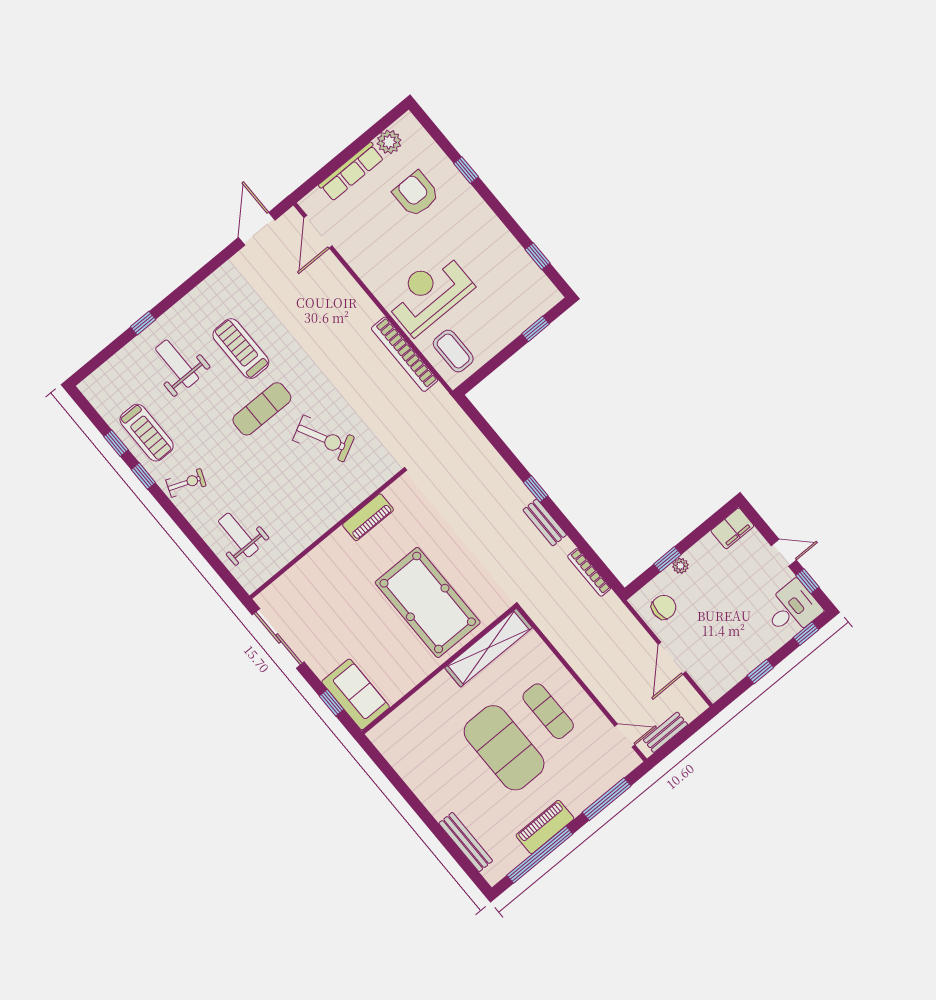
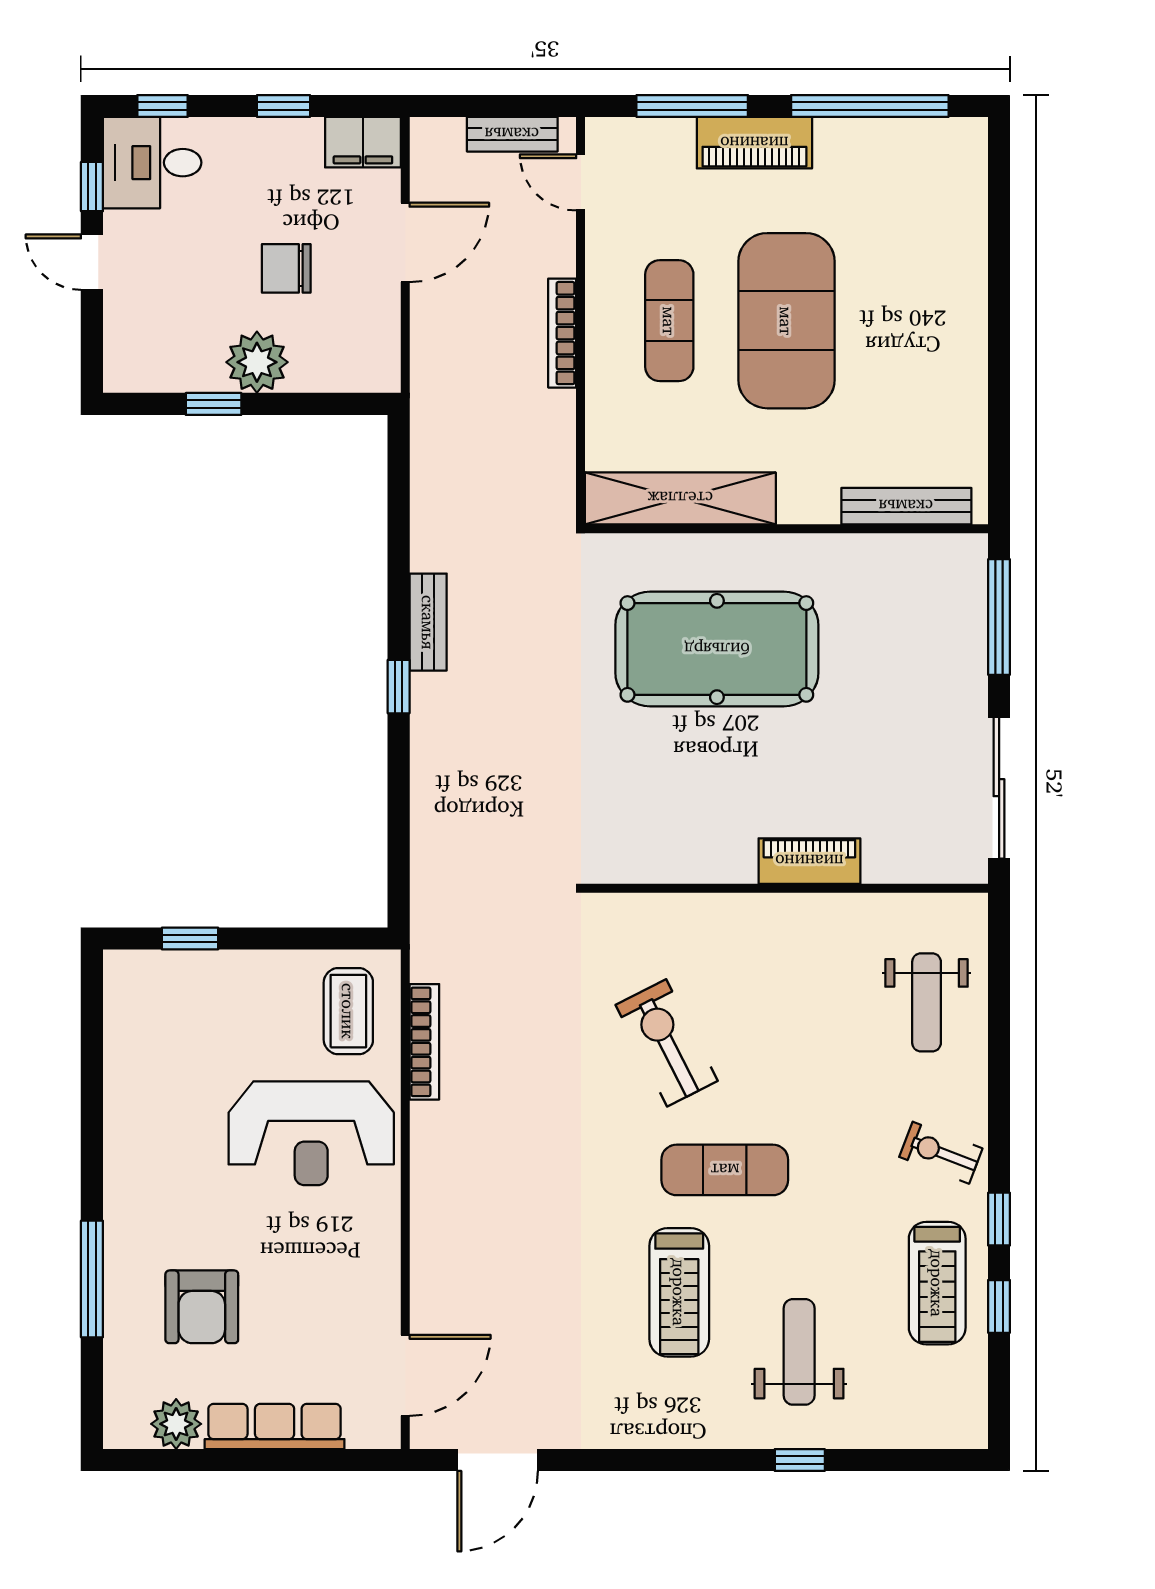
window: (466, 170) -> (92, 1279), width x2.17
window: (538, 256) -> (92, 1050), removed
bookcase: (405, 354) -> (424, 1042), width x0.68, depth x0.76
weight bench: (177, 364) -> (799, 1352), turned 180
treadmill: (147, 433) -> (937, 1283), turned 180
piano: (368, 517) -> (809, 861), moved
filing cabinet: (732, 528) -> (363, 142), moved, turned 180
window: (667, 559) -> (214, 404), moved
plant: (680, 566) -> (257, 362), width x1.88, depth x1.88
bookcase: (589, 572) -> (562, 333), moved, turned 180
pool table: (428, 602) -> (717, 649), turned 90
chair: (664, 607) -> (286, 268), moved
sofa: (356, 694) -> (950, 598), removed
window: (331, 703) -> (999, 617), width x2.17
piano: (545, 827) -> (754, 143), moved
bench: (466, 842) -> (906, 506), moved, turned 90

